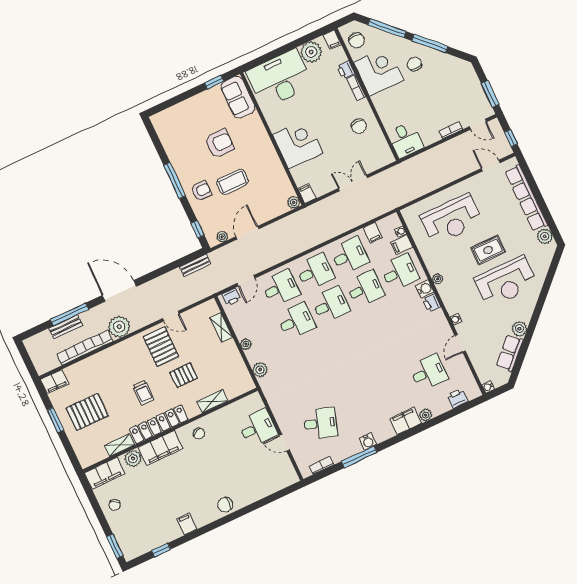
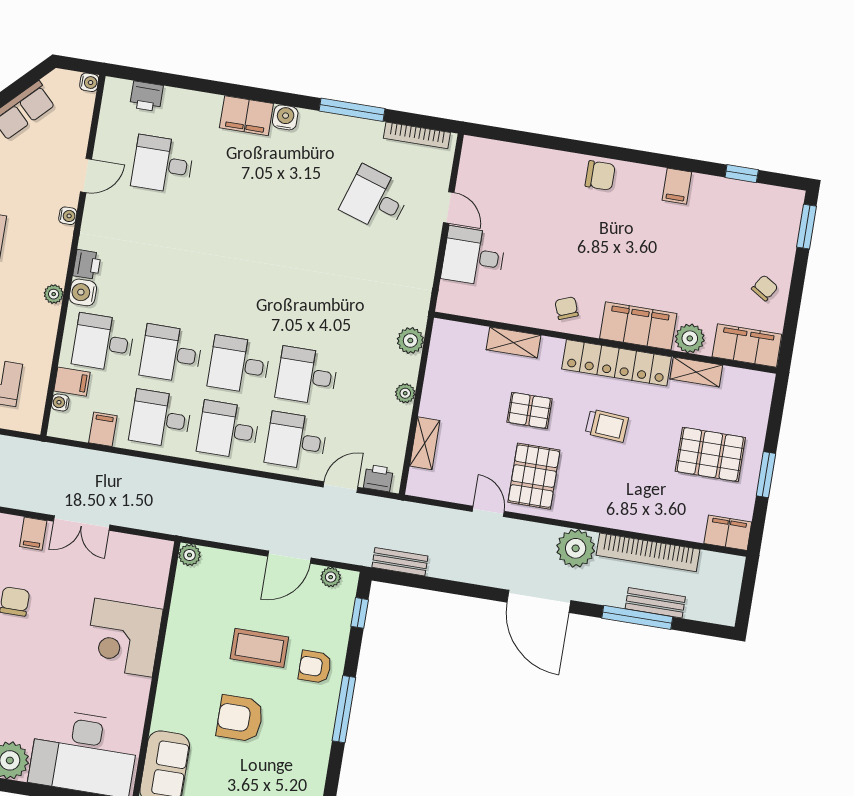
filing cabinet: (307, 194) -> (33, 534), moved
trolley: (143, 393) -> (607, 426), turned 94
plant: (426, 415) -> (210, 104), removed
water cooler: (368, 441) -> (285, 117), moved
bookcase: (321, 466) -> (417, 135), width x1.56

